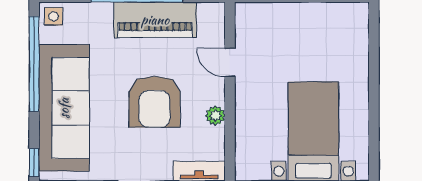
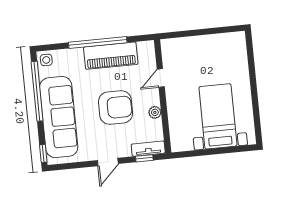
door: (230, 63) -> (161, 78), hinge flipped
armchair: (155, 102) -> (116, 108), turned -90

